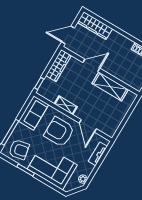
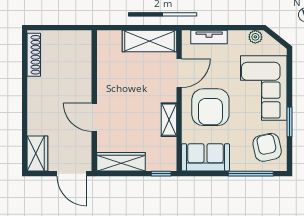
wardrobe: (95, 26) -> (37, 154), width x0.67
shelving: (110, 87) -> (149, 41), moved, turned 90

